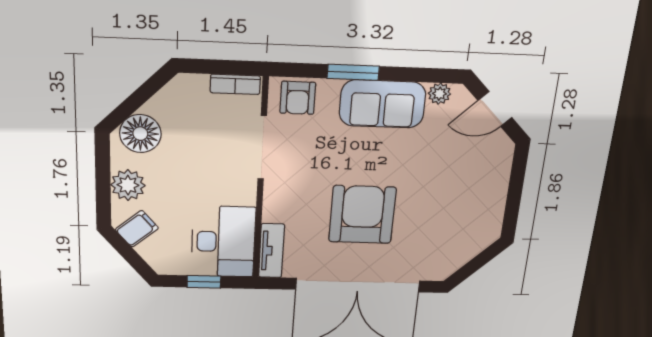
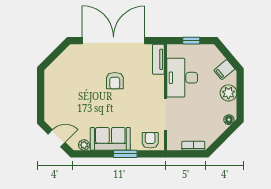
bookcase: (235, 84) -> (193, 146), moved
floor lamp: (140, 134) -> (229, 120), width x0.53, depth x0.53
armchair: (362, 215) -> (115, 81), width x0.53, depth x0.53
desk: (223, 242) -> (182, 78), moved

